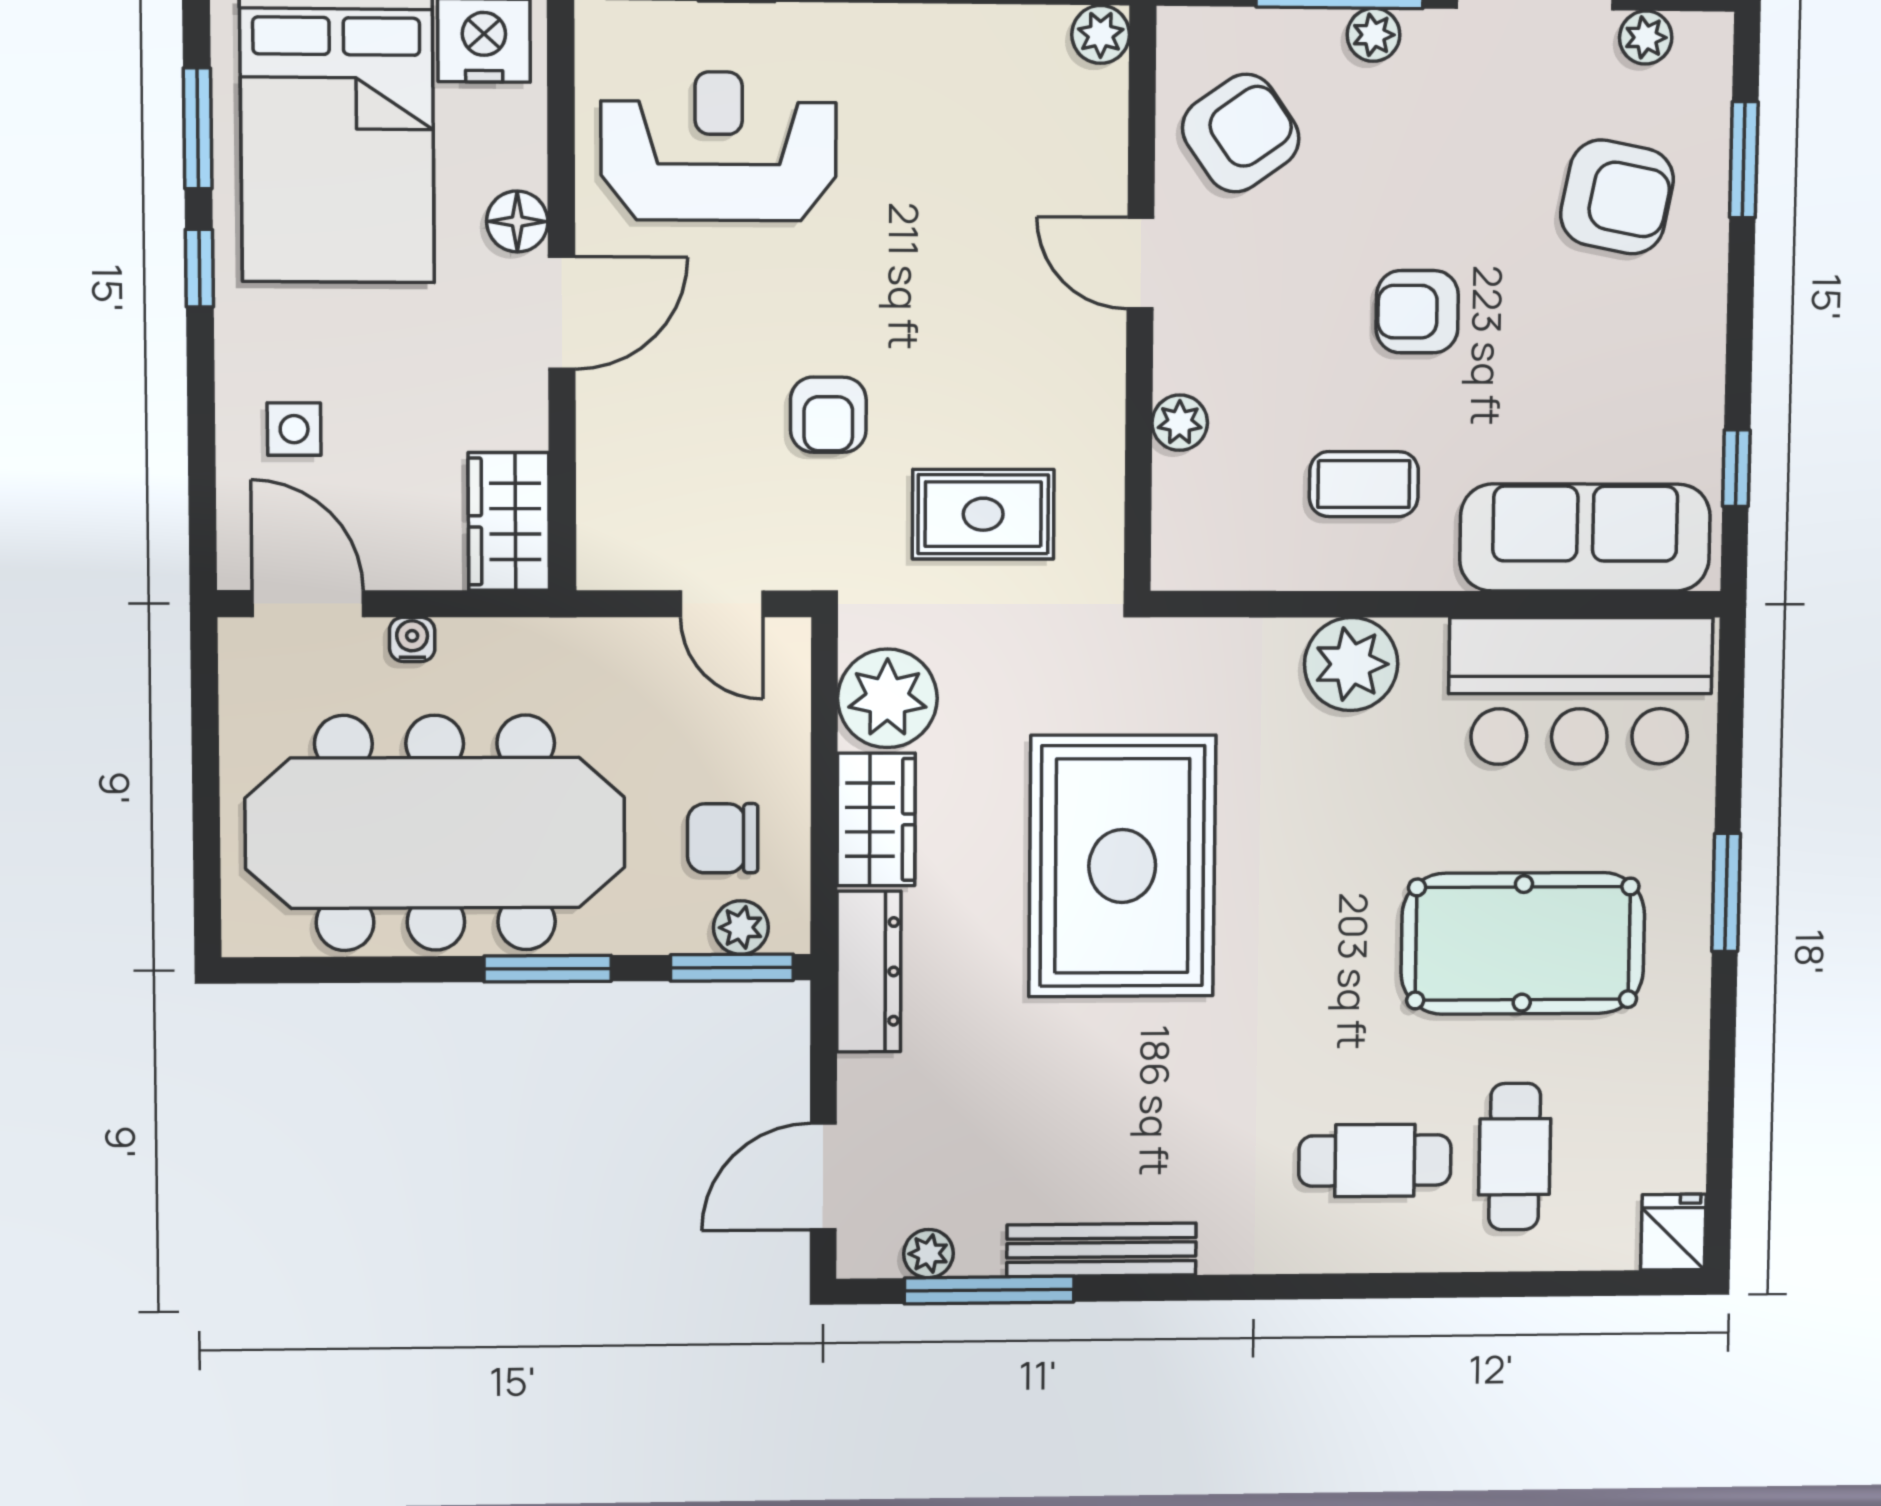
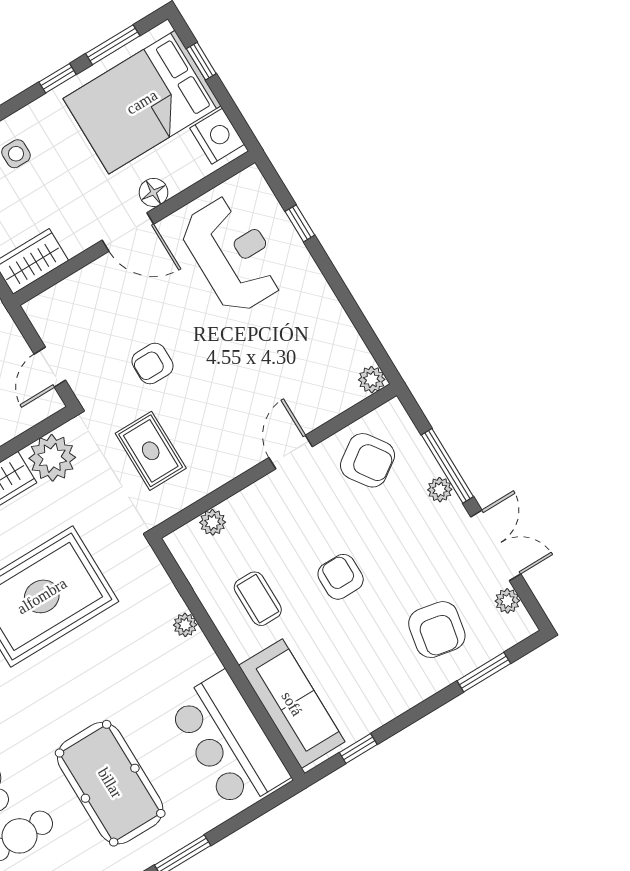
plant: (1180, 423) -> (213, 522), moved
plant: (1351, 664) -> (185, 625), width x0.53, depth x0.53

